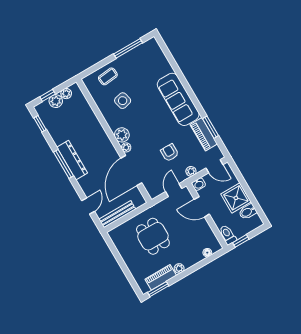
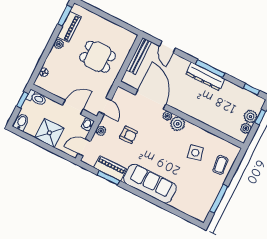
bidet: (248, 212) -> (21, 122), moved

